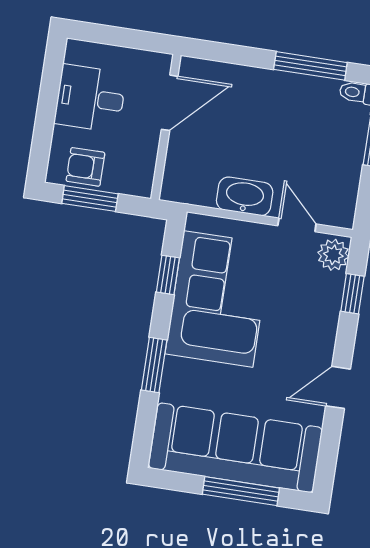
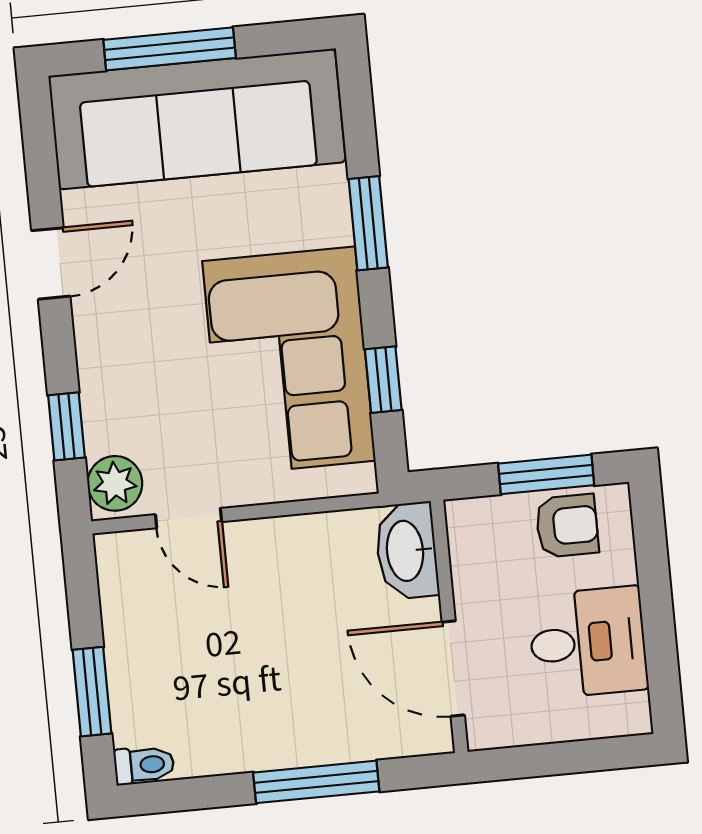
window: (310, 66) -> (316, 782), moved
door: (170, 103) -> (453, 668), hinge flipped
washbasin: (245, 196) -> (407, 551), moved, turned 90

